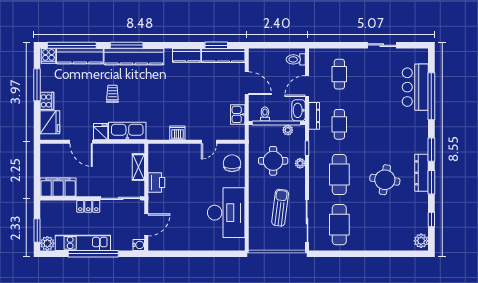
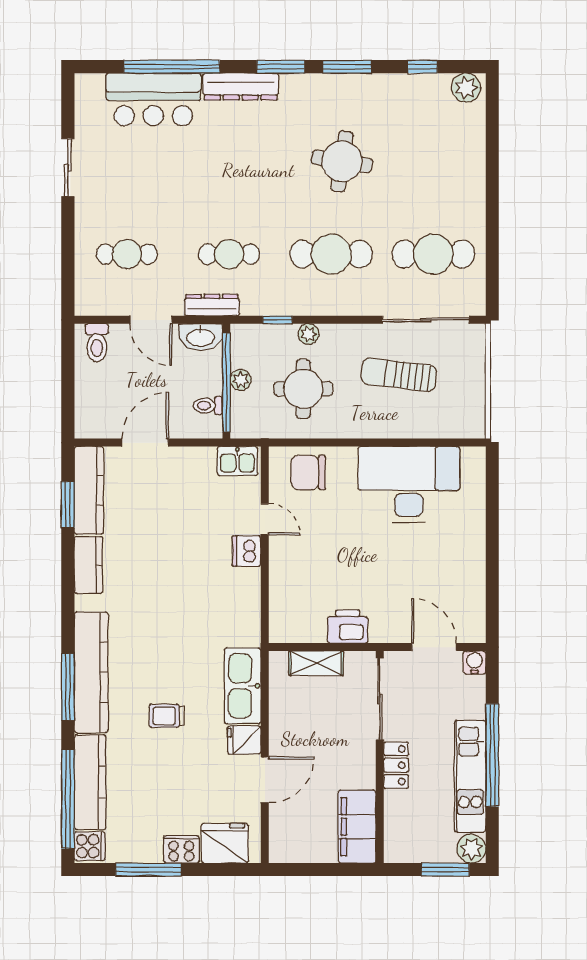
kitchen sink: (238, 114) -> (237, 461), moved
plant: (288, 130) -> (241, 380), moved
dishwasher: (177, 133) -> (247, 551), moved
dresser: (422, 173) -> (241, 87), moved

